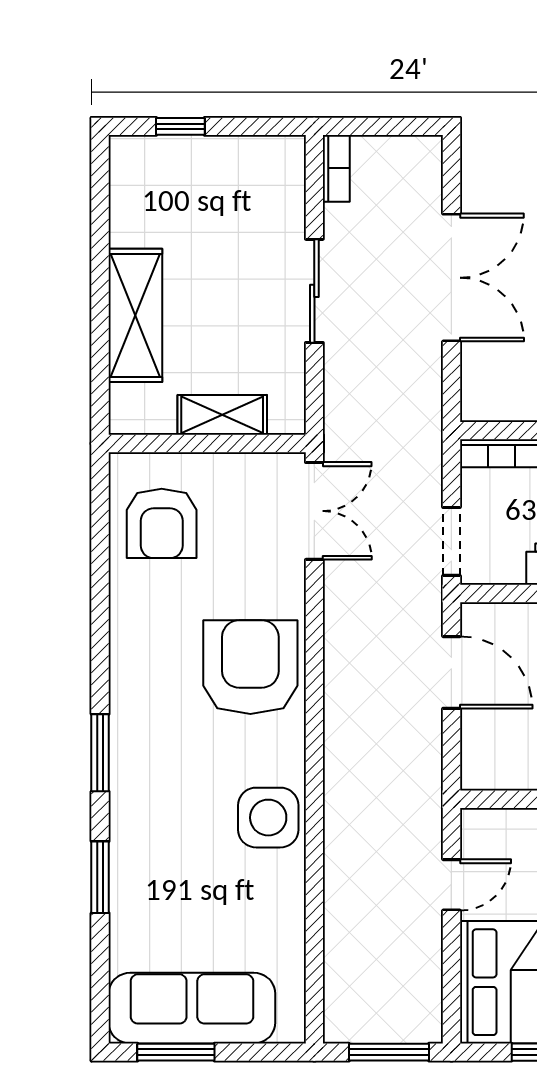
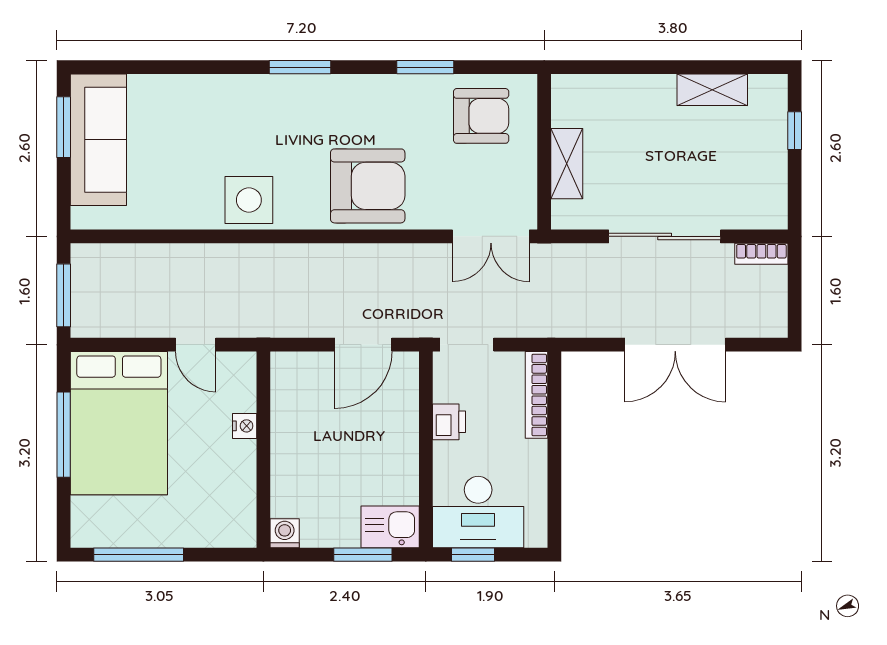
sliding door: (314, 291) -> (665, 236), width x1.37
shelving: (135, 315) -> (712, 90), moved, width x0.67, depth x0.75
armchair: (162, 523) -> (481, 116), turned 180
window: (100, 877) -> (425, 67), moved

